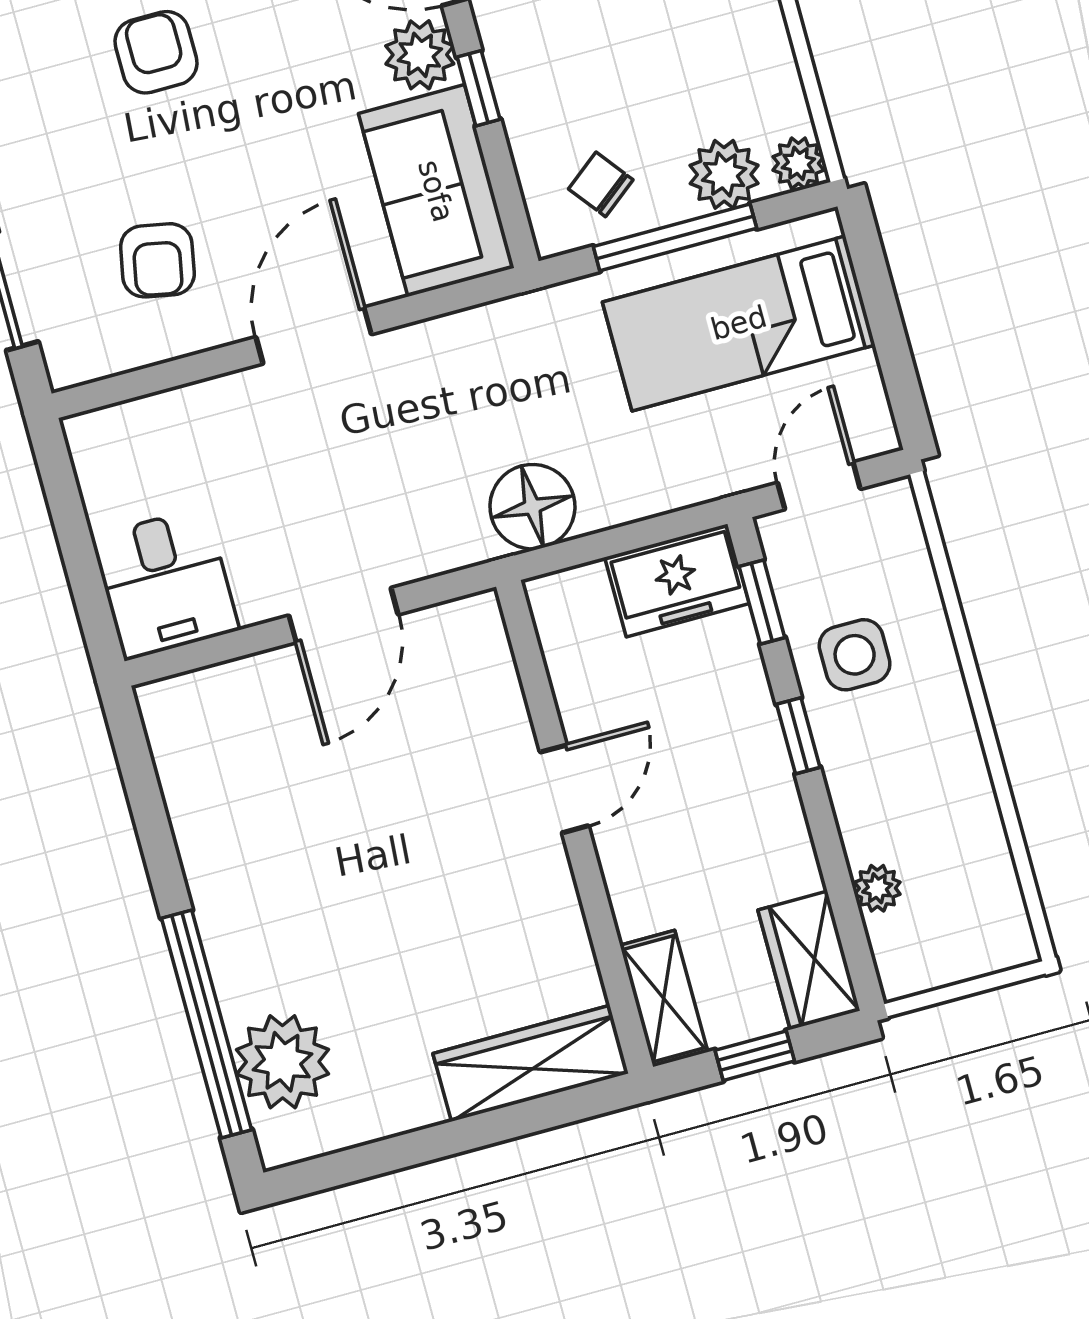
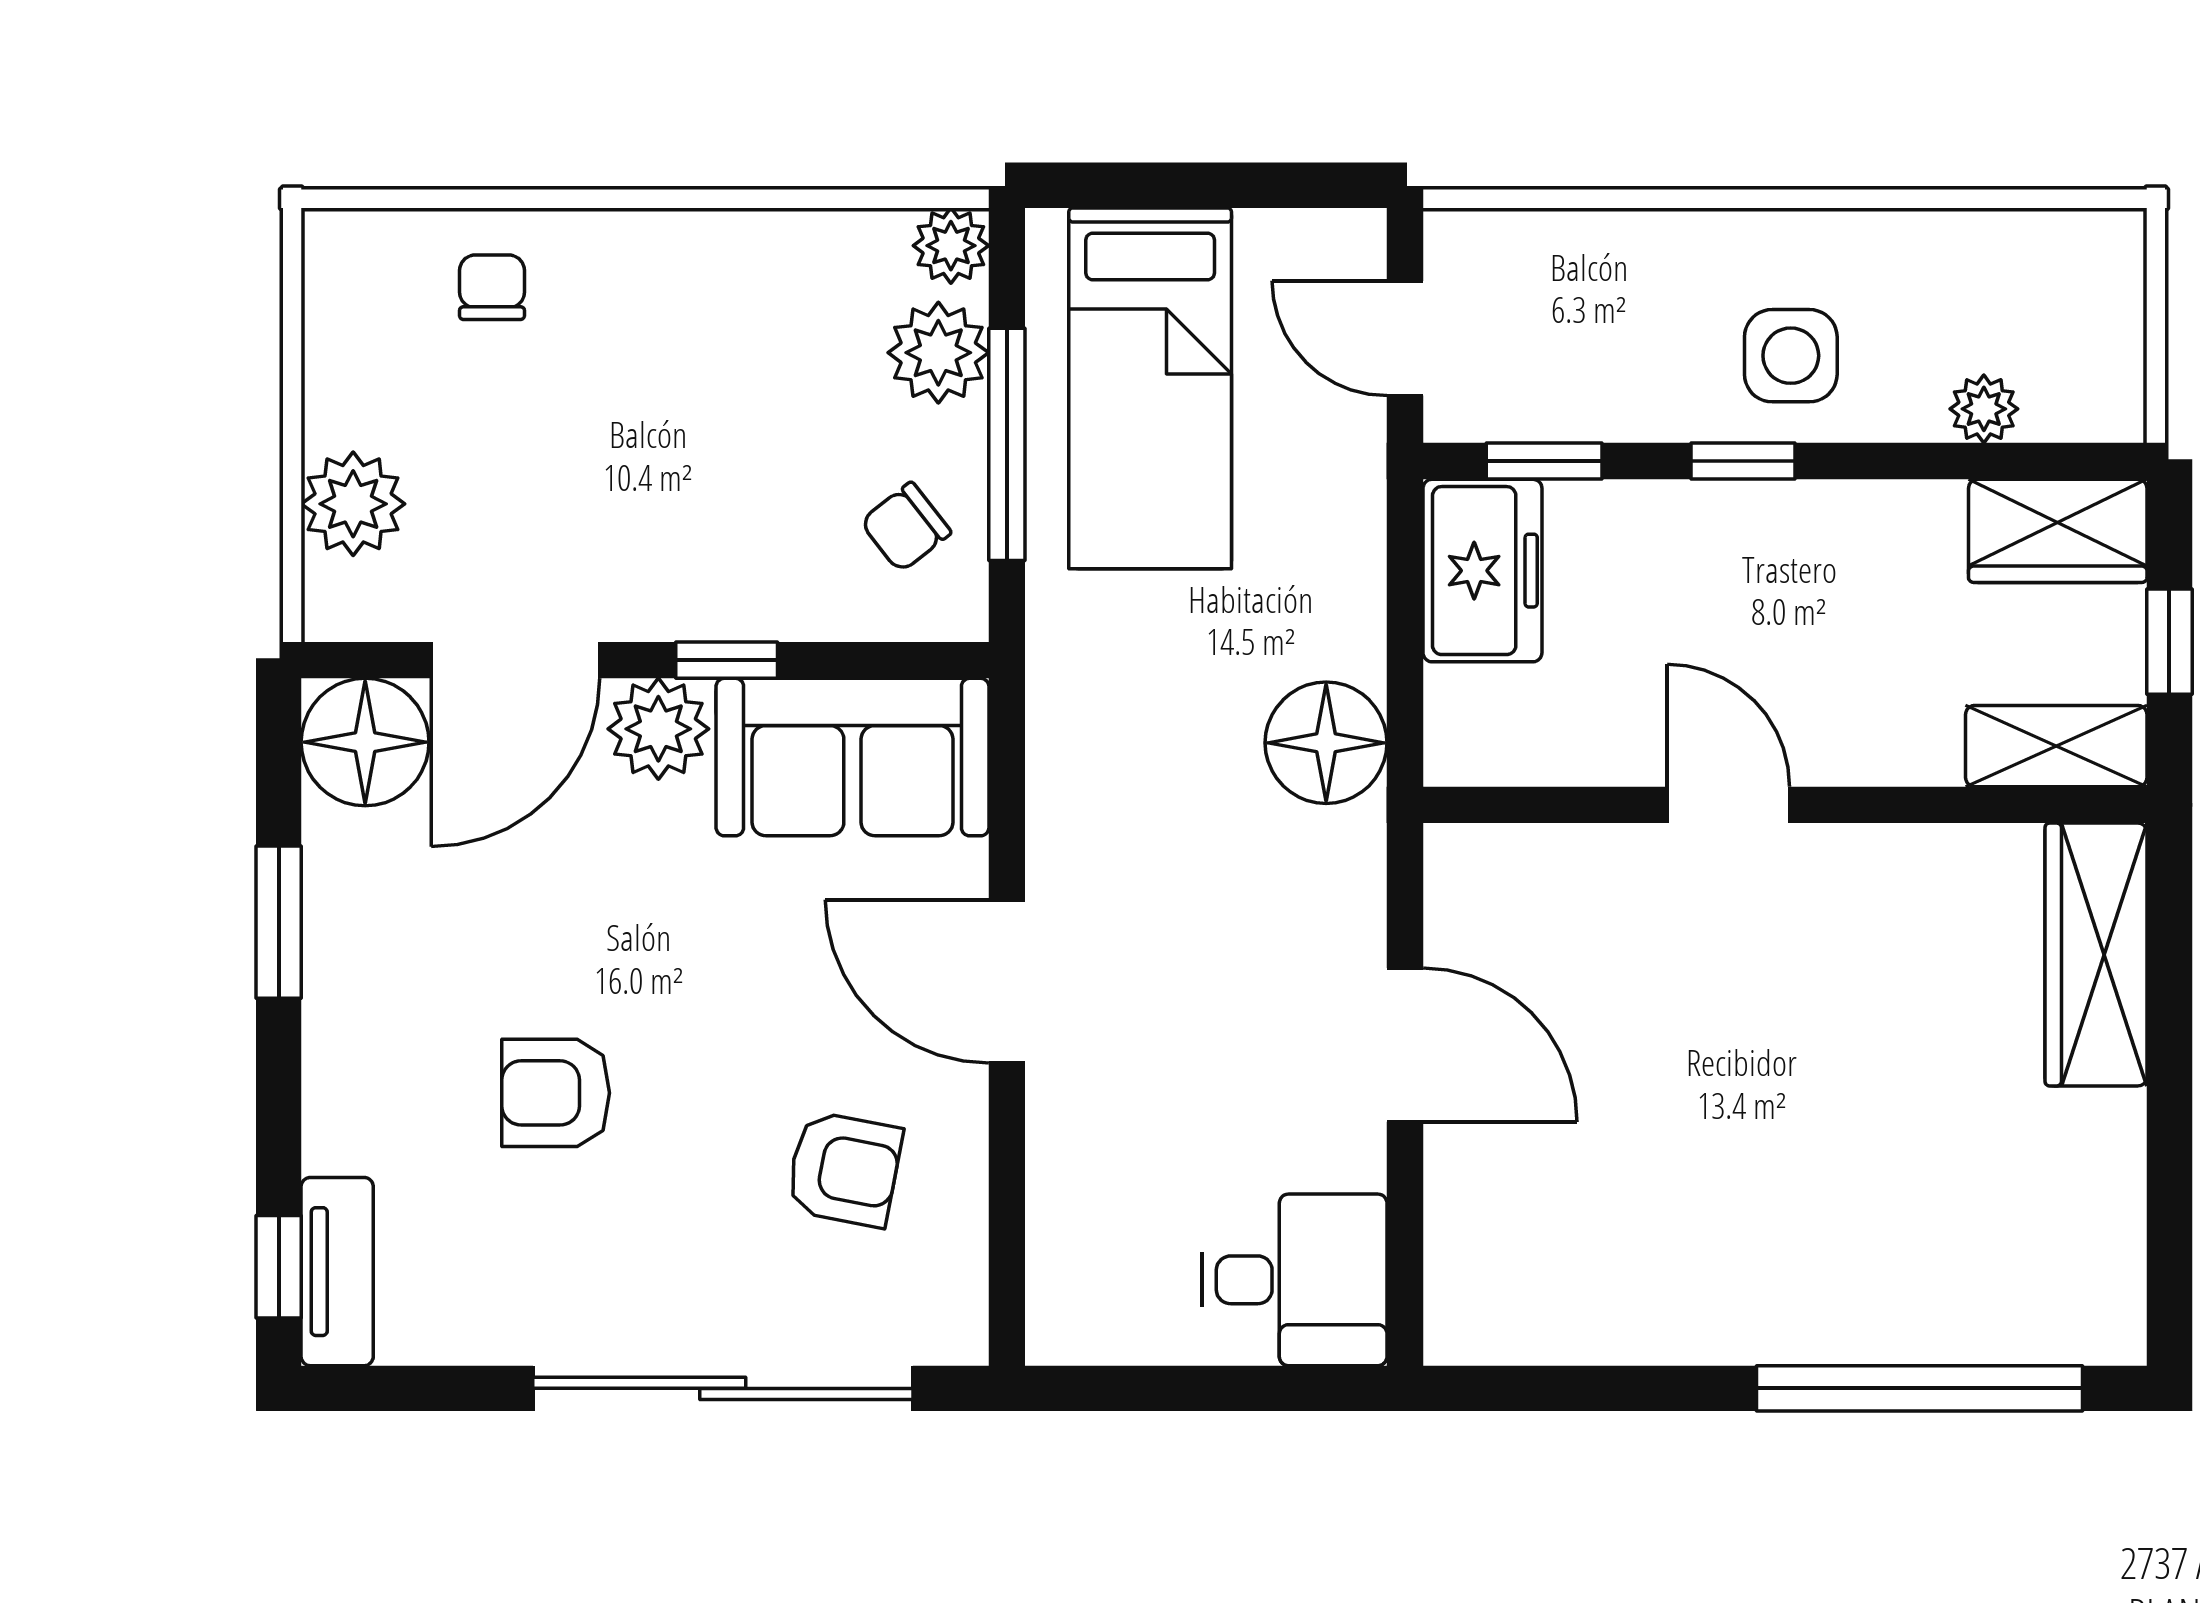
side table: (855, 655) -> (1791, 356), moved
plant: (283, 1062) -> (2000, 1297), removed

